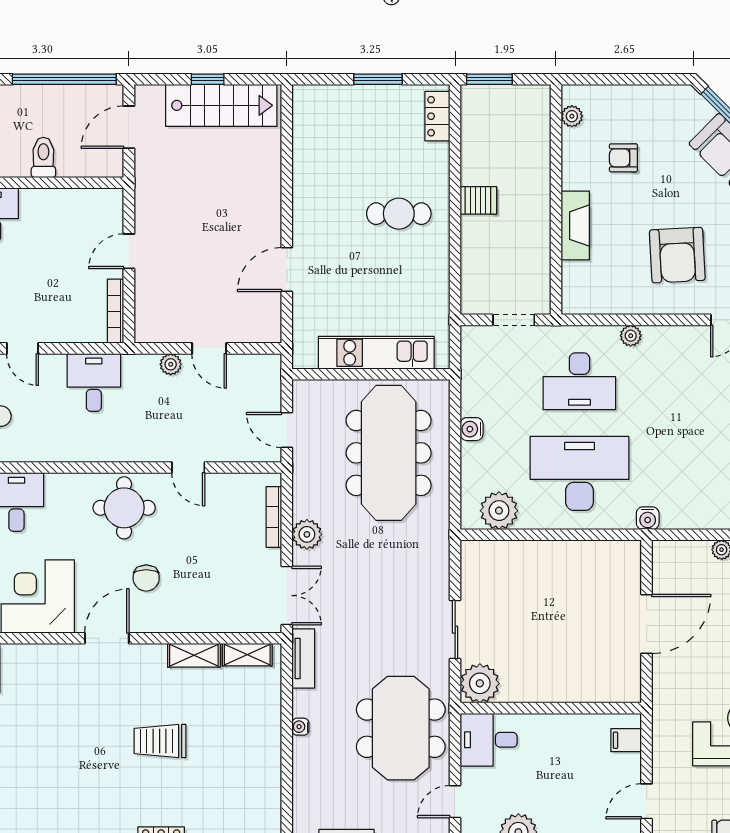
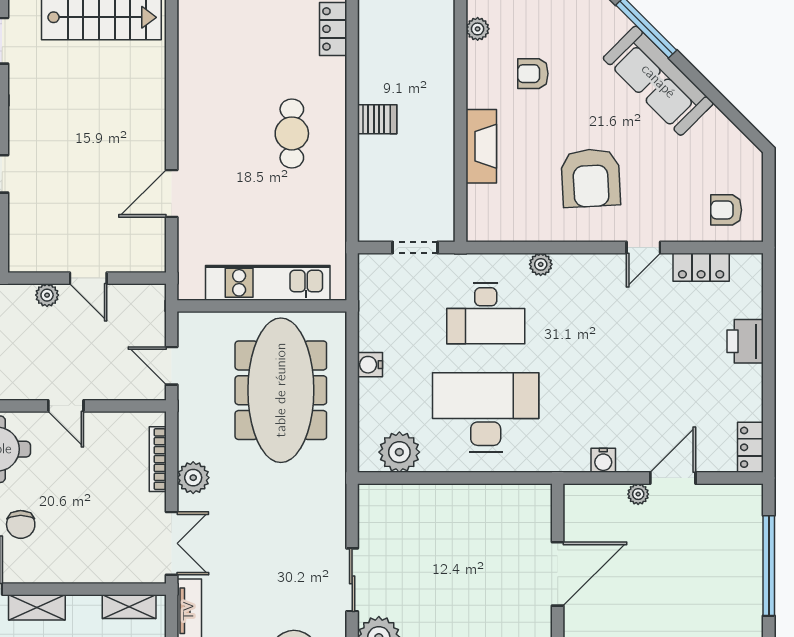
cafe table: (399, 214) -> (292, 133), turned 90
water cooler: (648, 518) -> (603, 460), moved
shelving: (194, 655) -> (37, 607), moved

